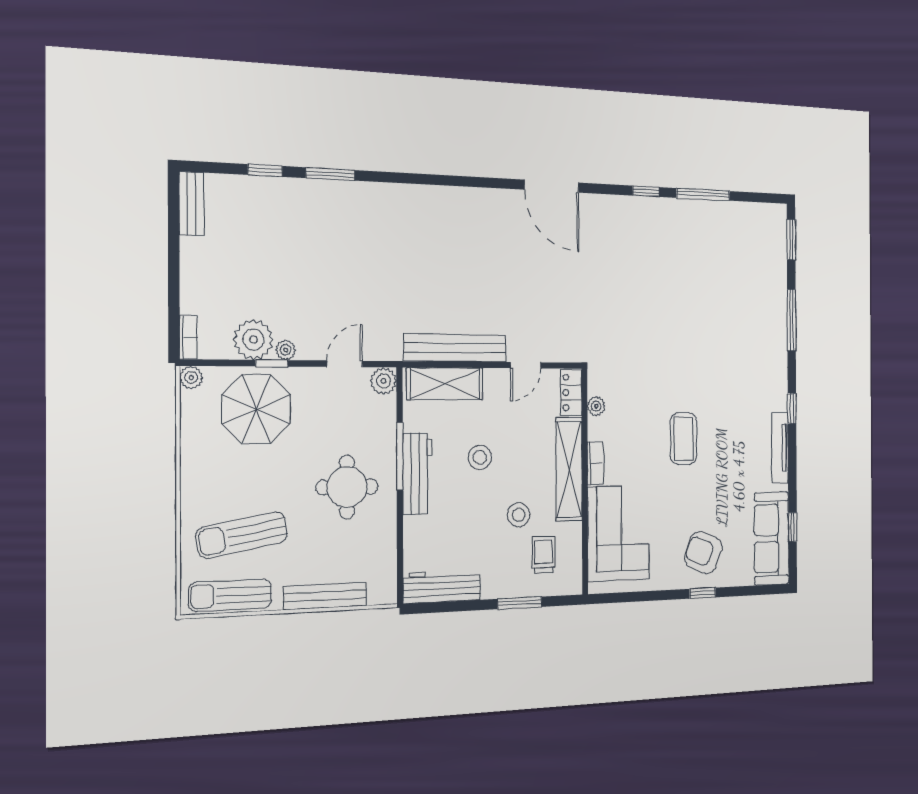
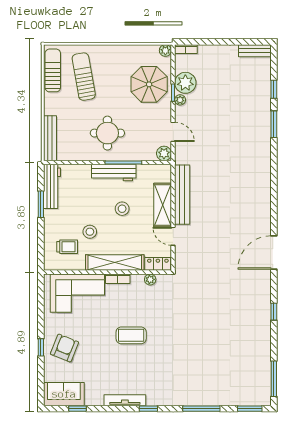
window: (703, 194) -> (274, 379), moved
shelving: (445, 384) -> (163, 205), moved
sofa: (772, 538) -> (64, 394), width x0.73
bench: (325, 596) -> (50, 138), moved
window: (520, 603) -> (41, 204), moved

